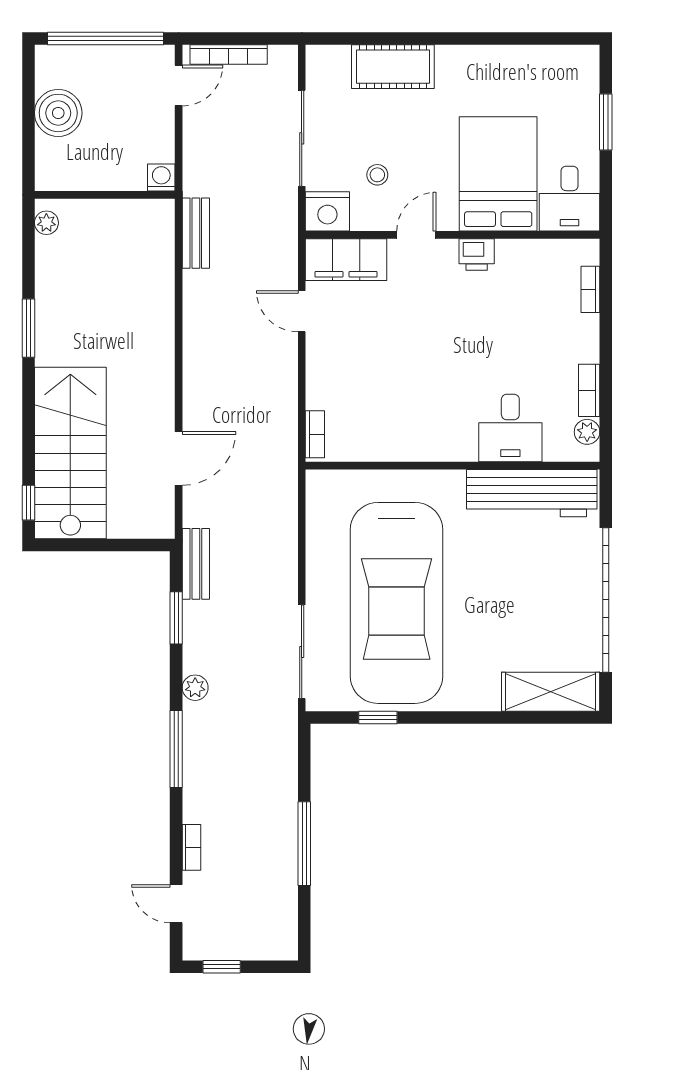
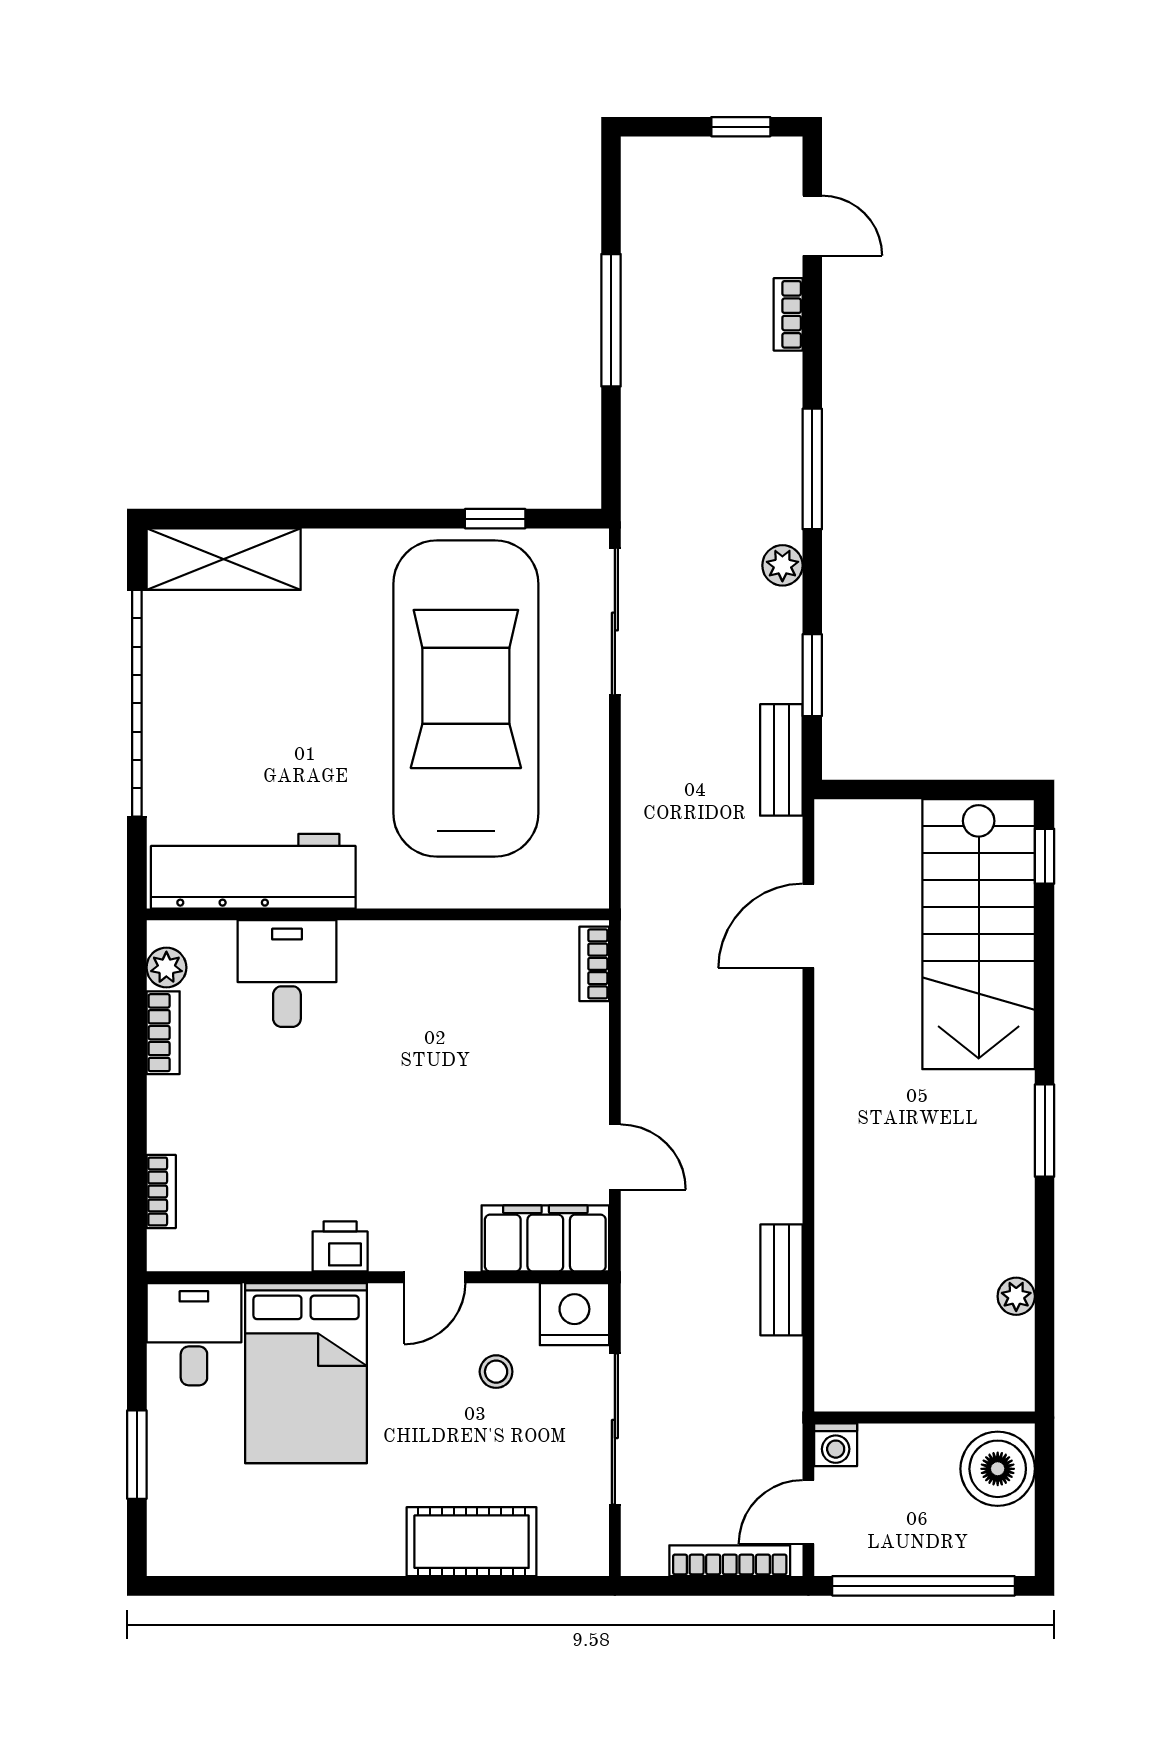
washing machine: (161, 177) -> (836, 1445), moved
wall: (105, 195) -> (925, 1418), moved

